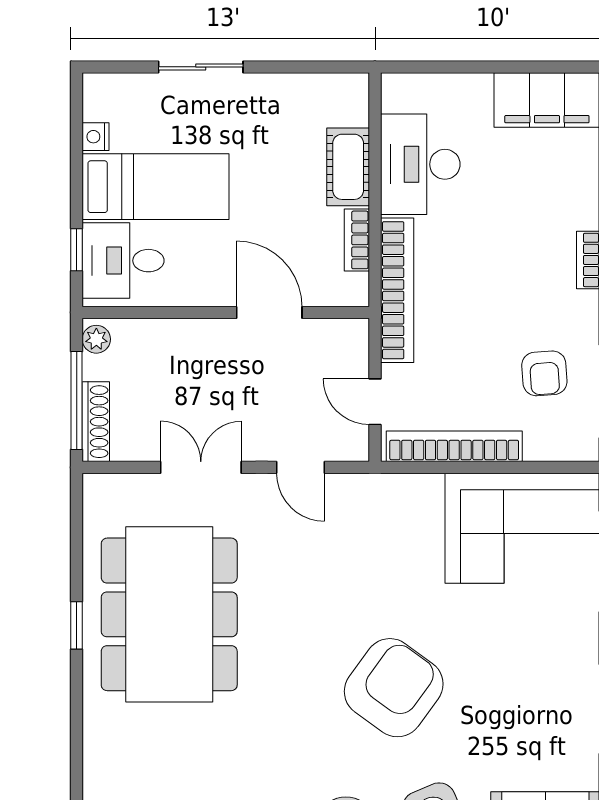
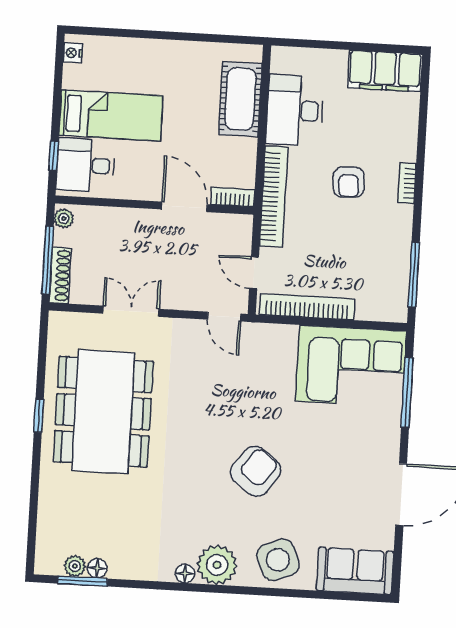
sliding door: (201, 67) -> (147, 34), removed
nightstand: (96, 137) -> (73, 53), moved
cot: (348, 167) -> (240, 99), width x1.37, depth x1.34
bookcase: (357, 240) -> (233, 197), moved, turned 90
armchair: (544, 373) -> (349, 182), moved
door: (301, 467) -> (224, 317), moved
armchair: (394, 688) -> (256, 471), width x0.73, depth x0.73

